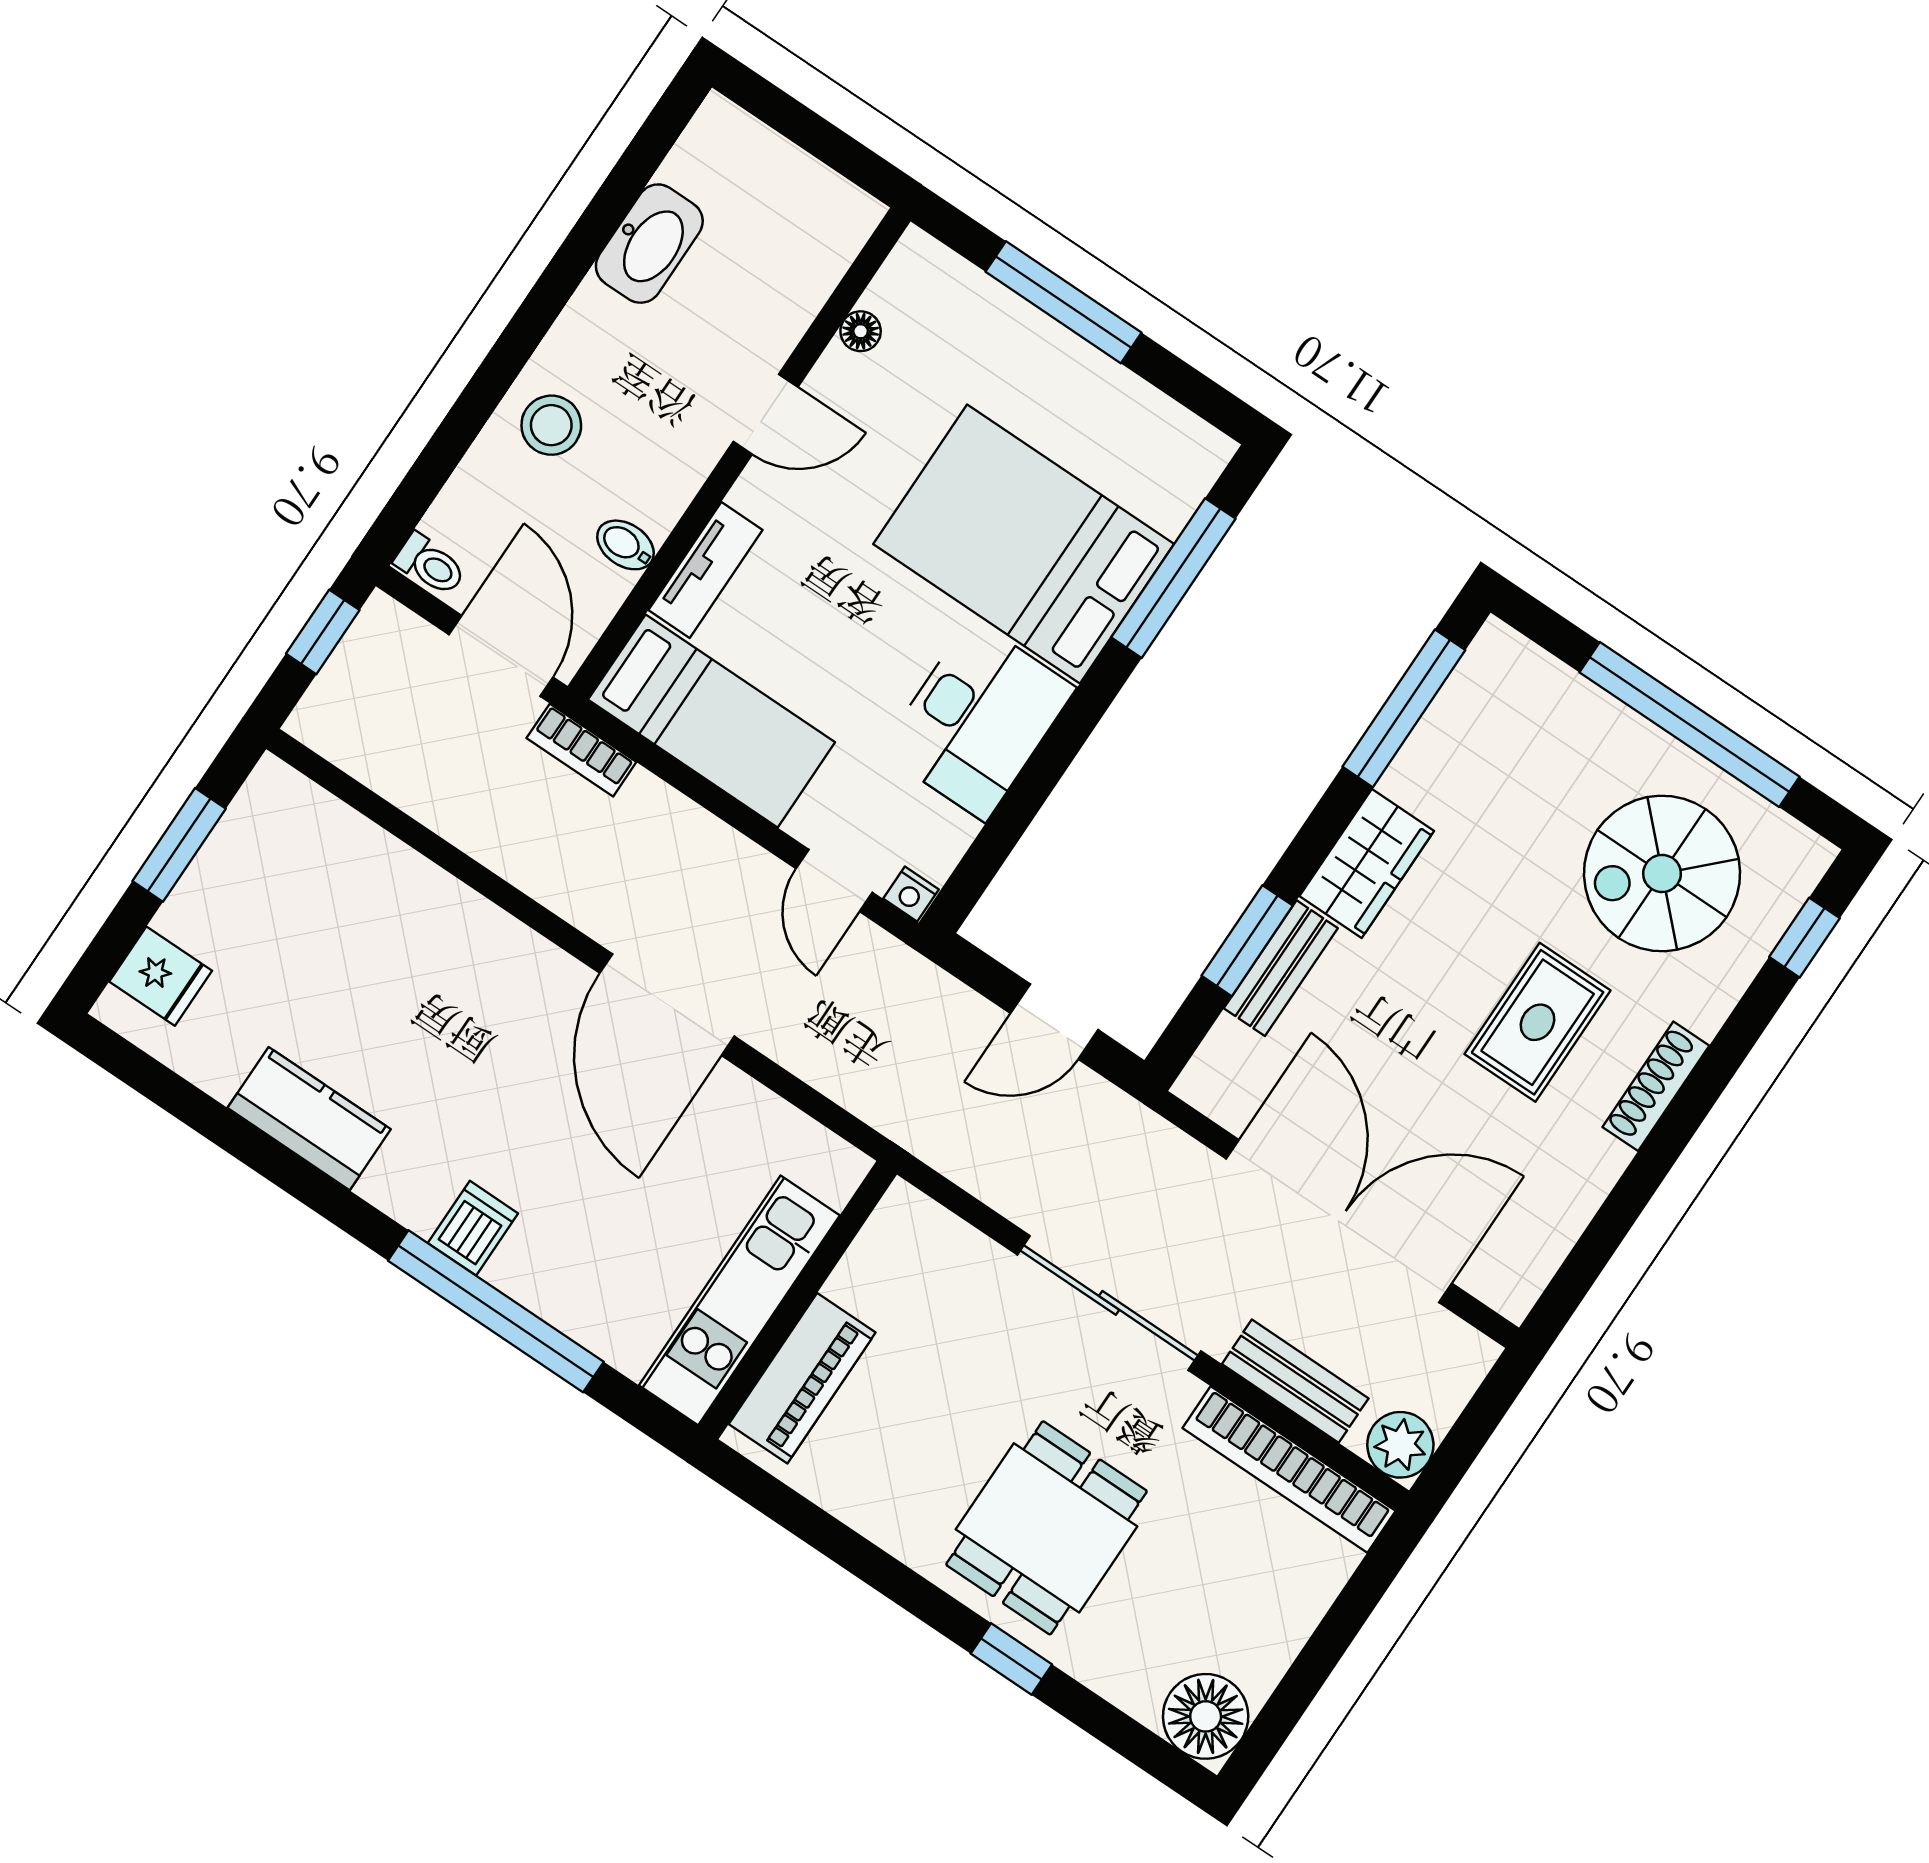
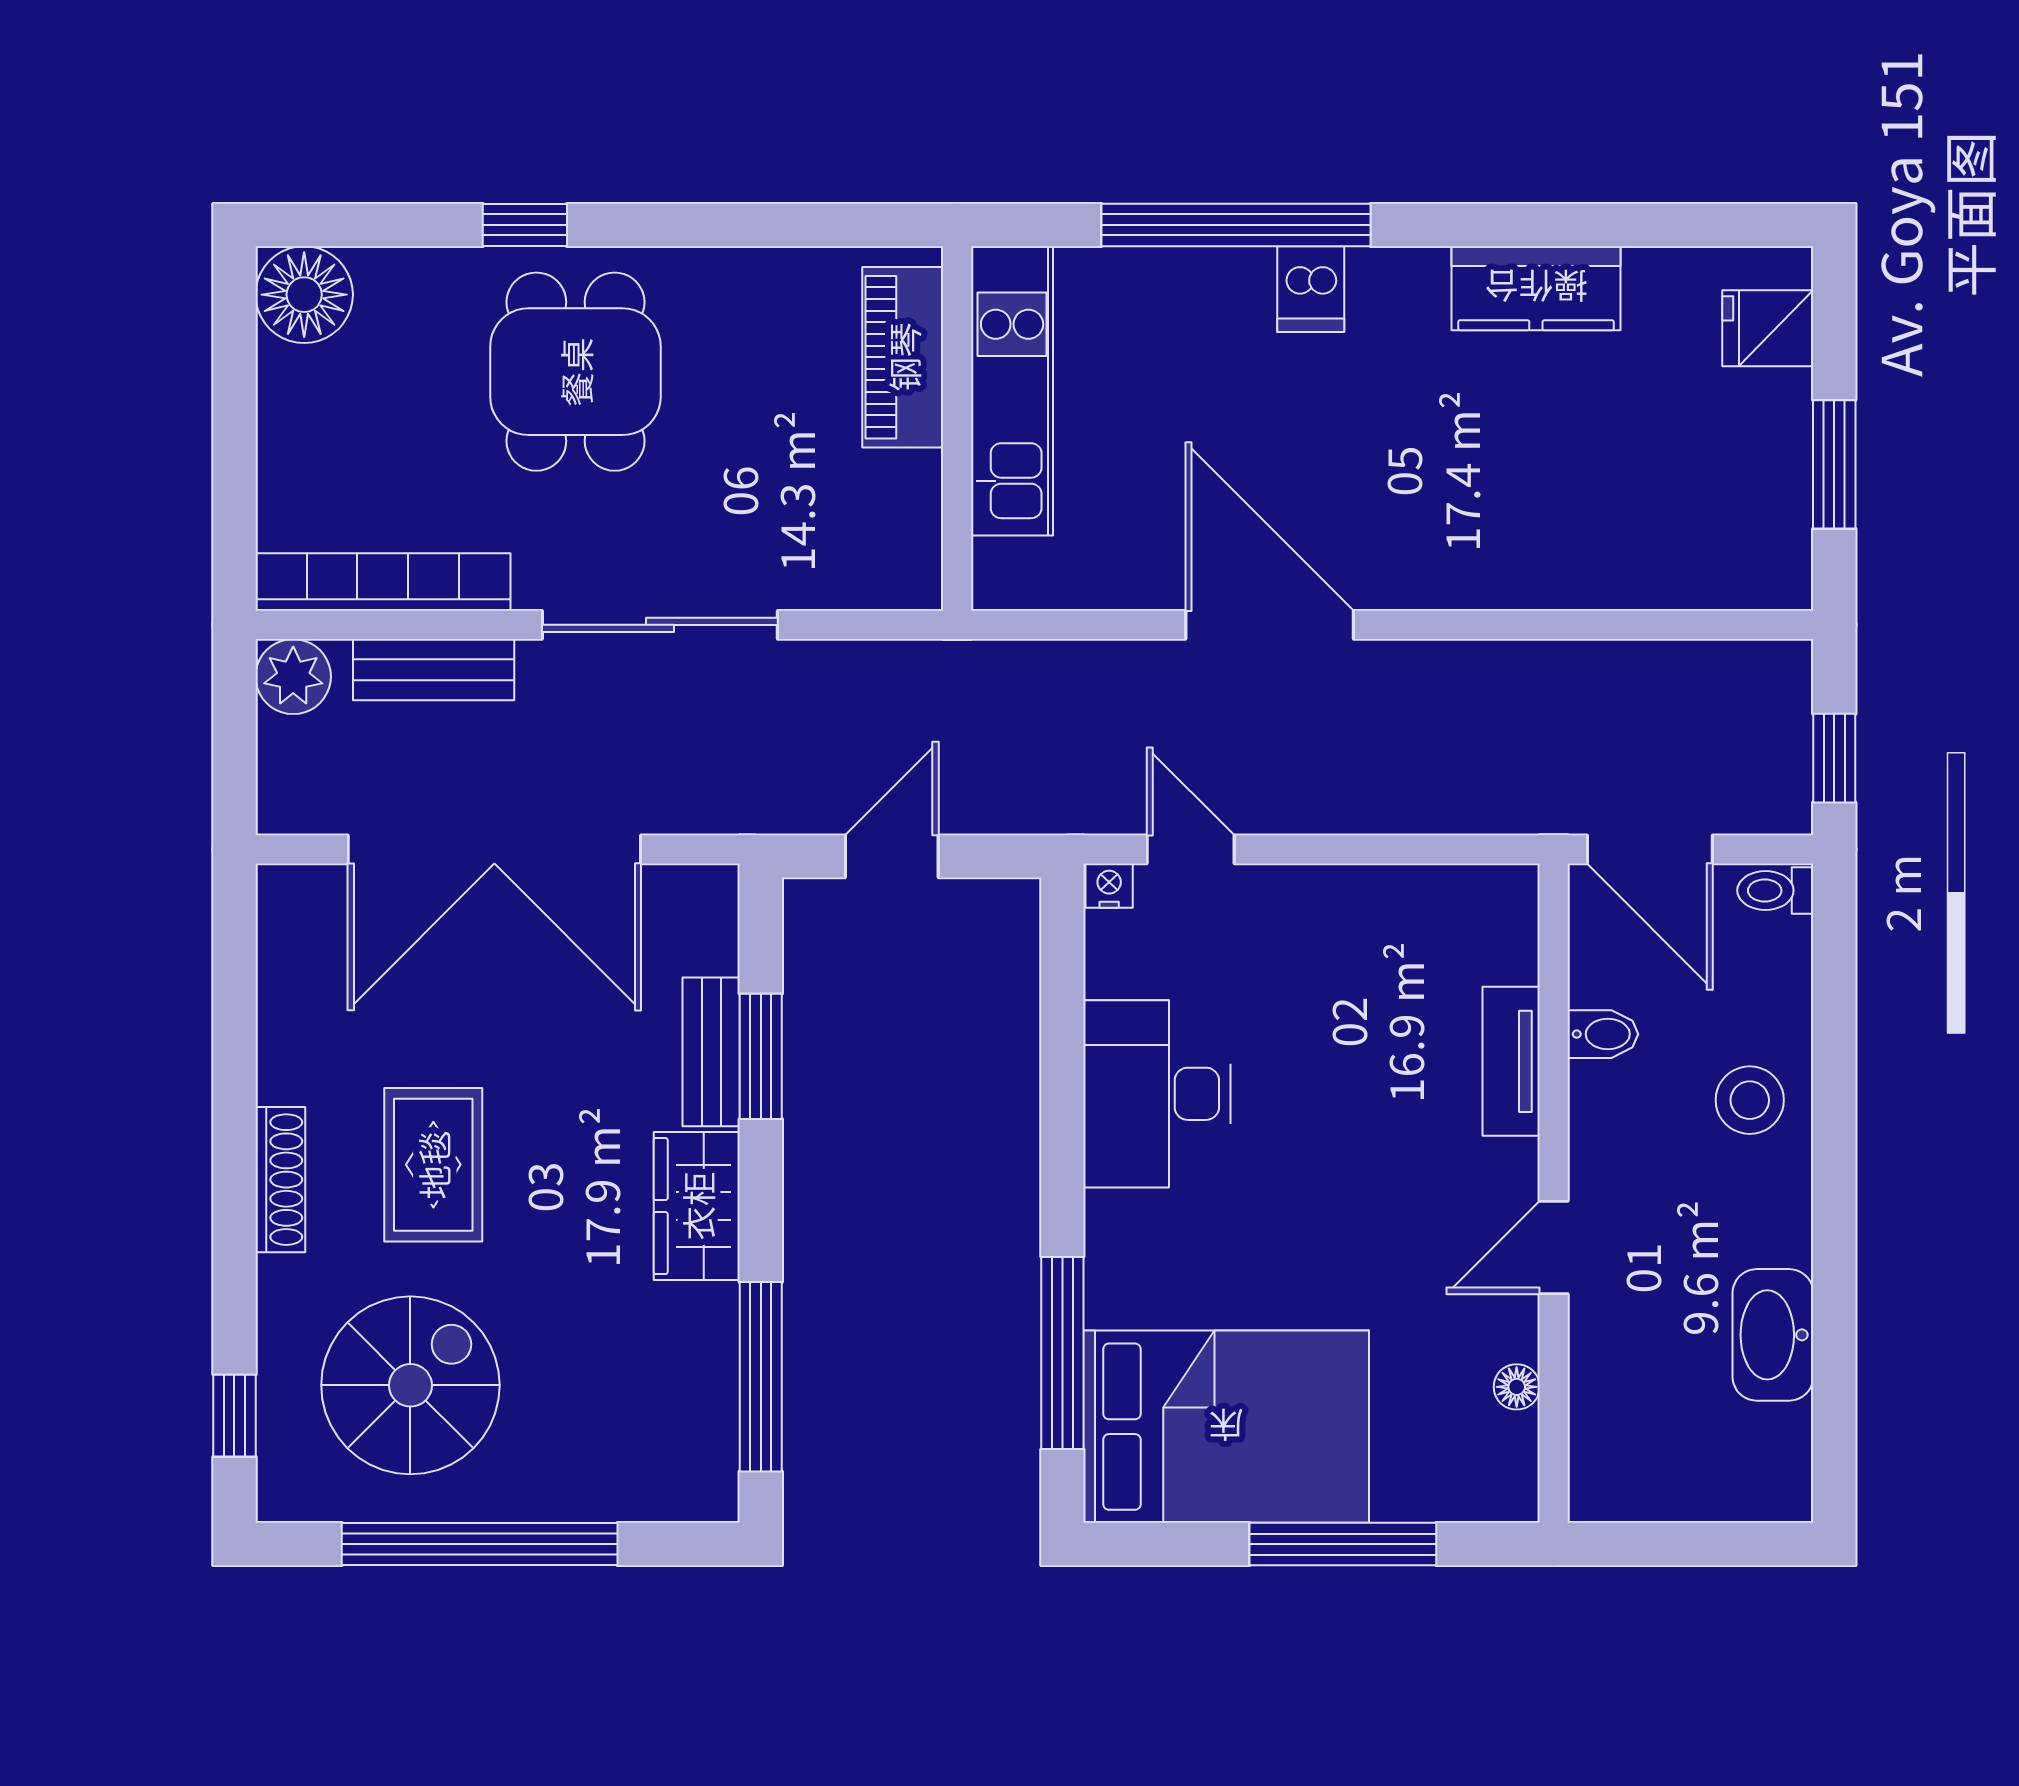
bed: (1024, 544) -> (1226, 1427), moved
bed: (712, 721) -> (1409, 922), removed
bookcase: (581, 750) -> (1514, 812), removed

